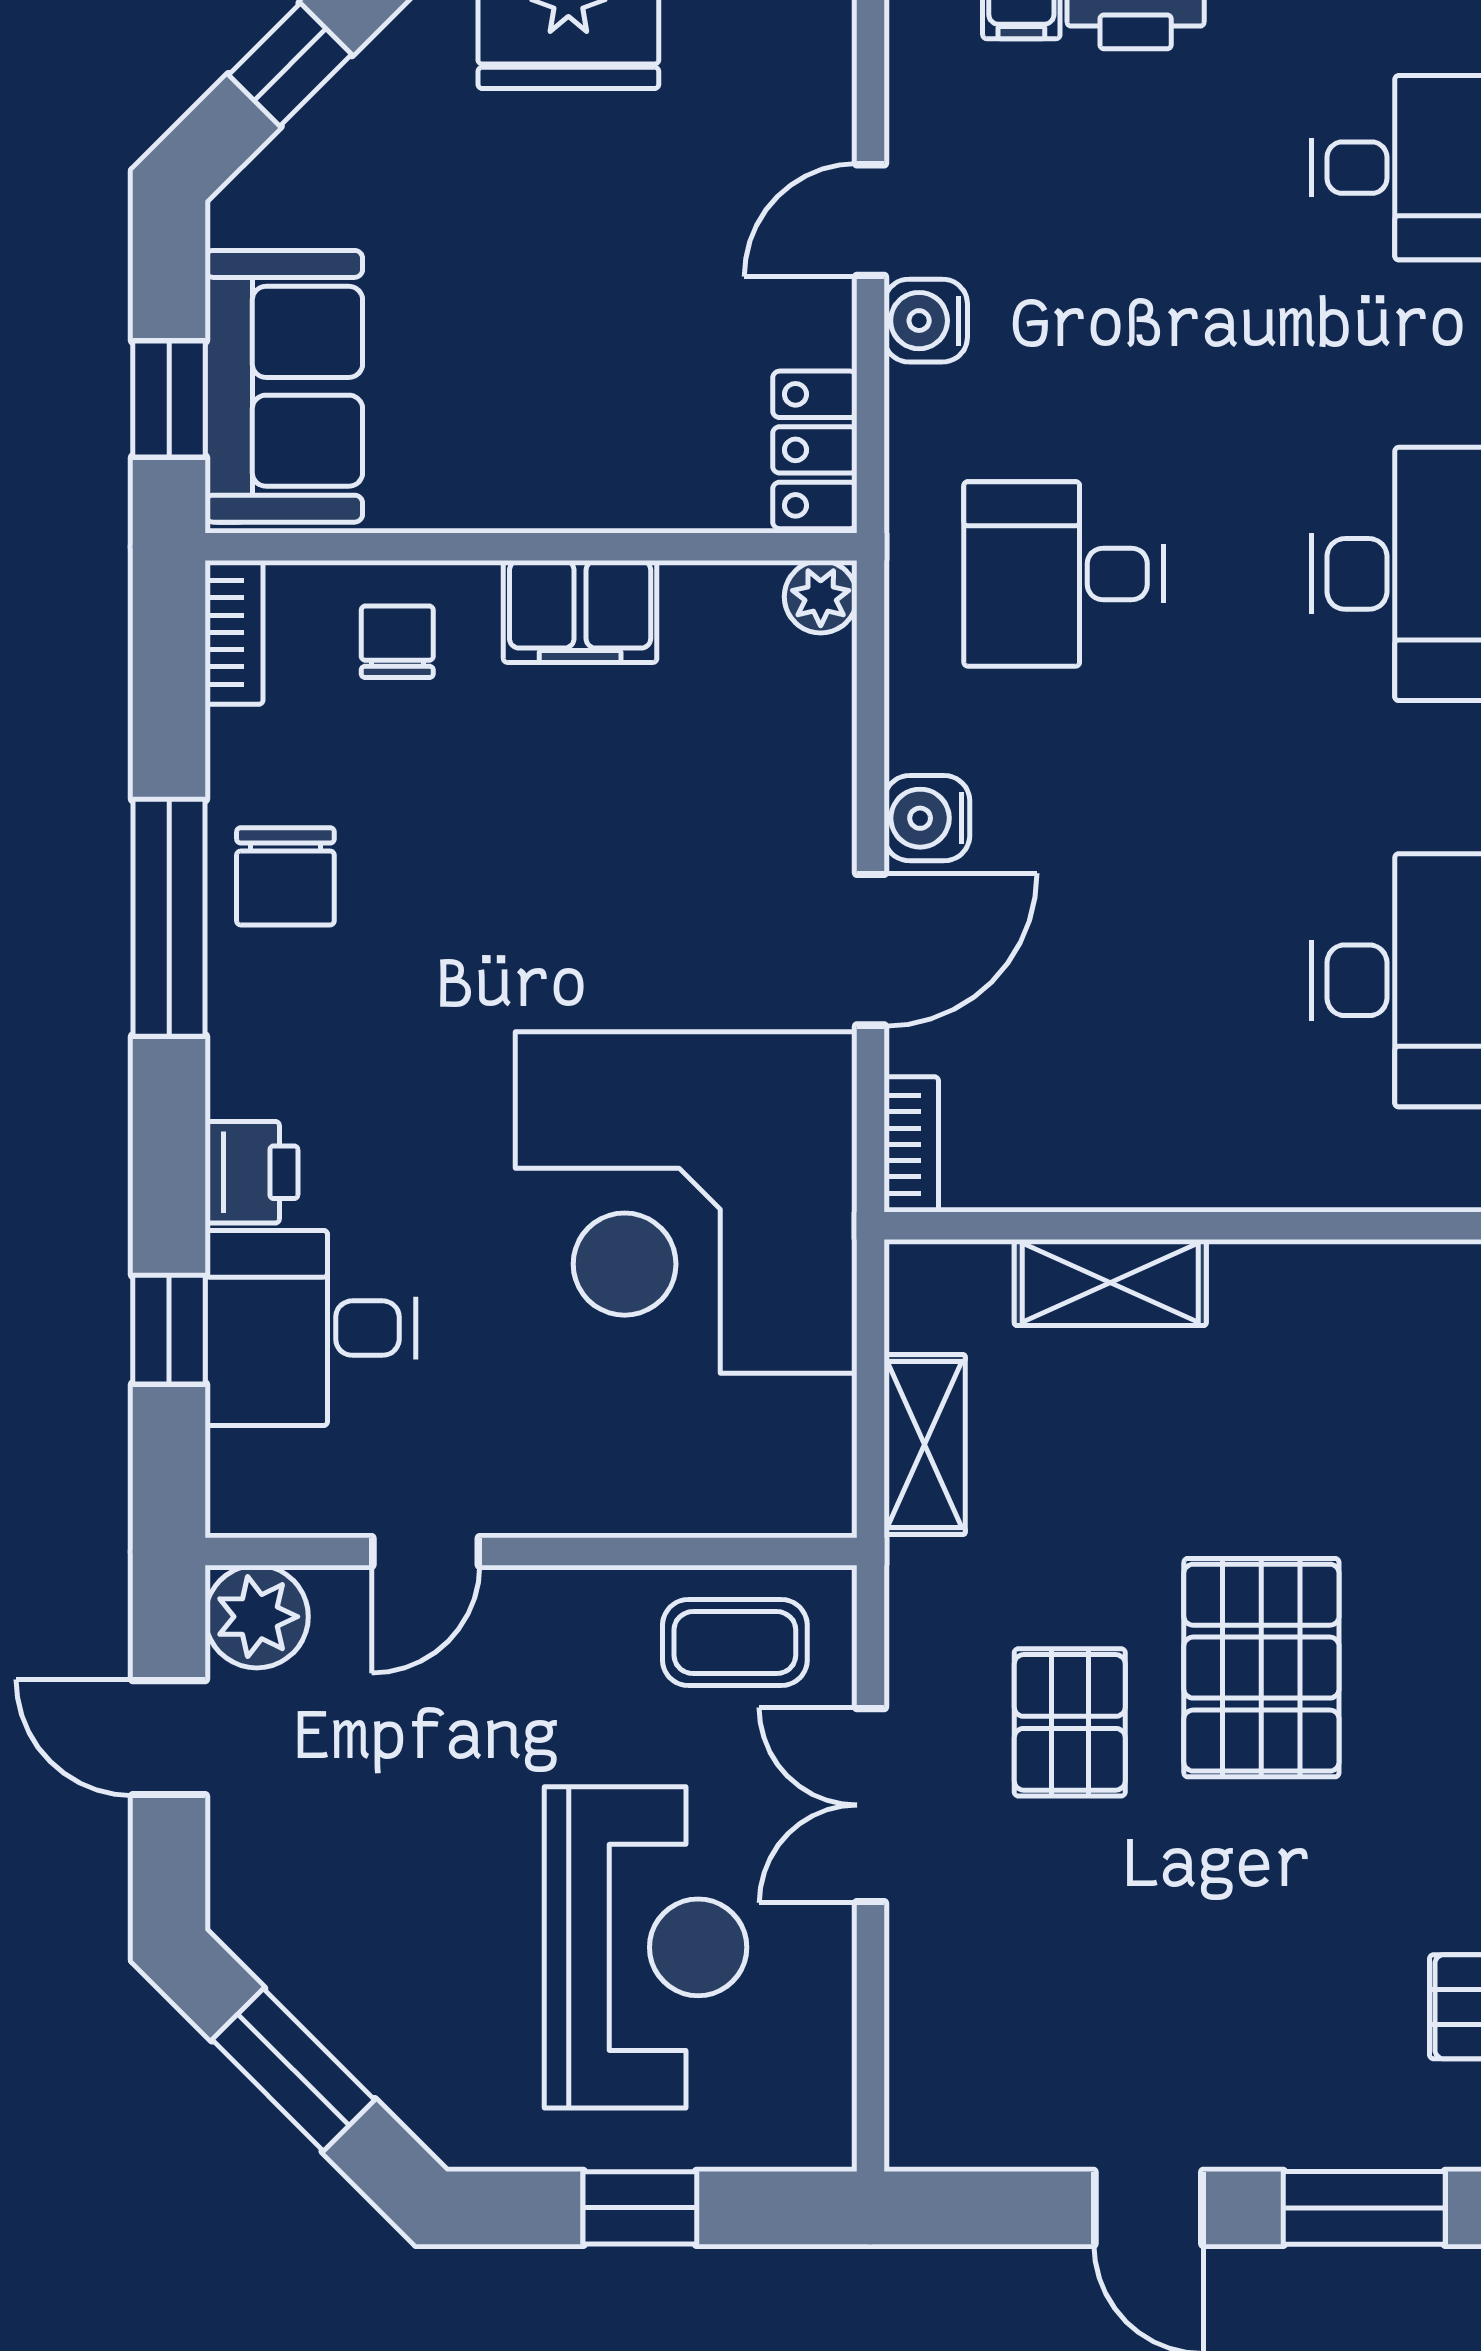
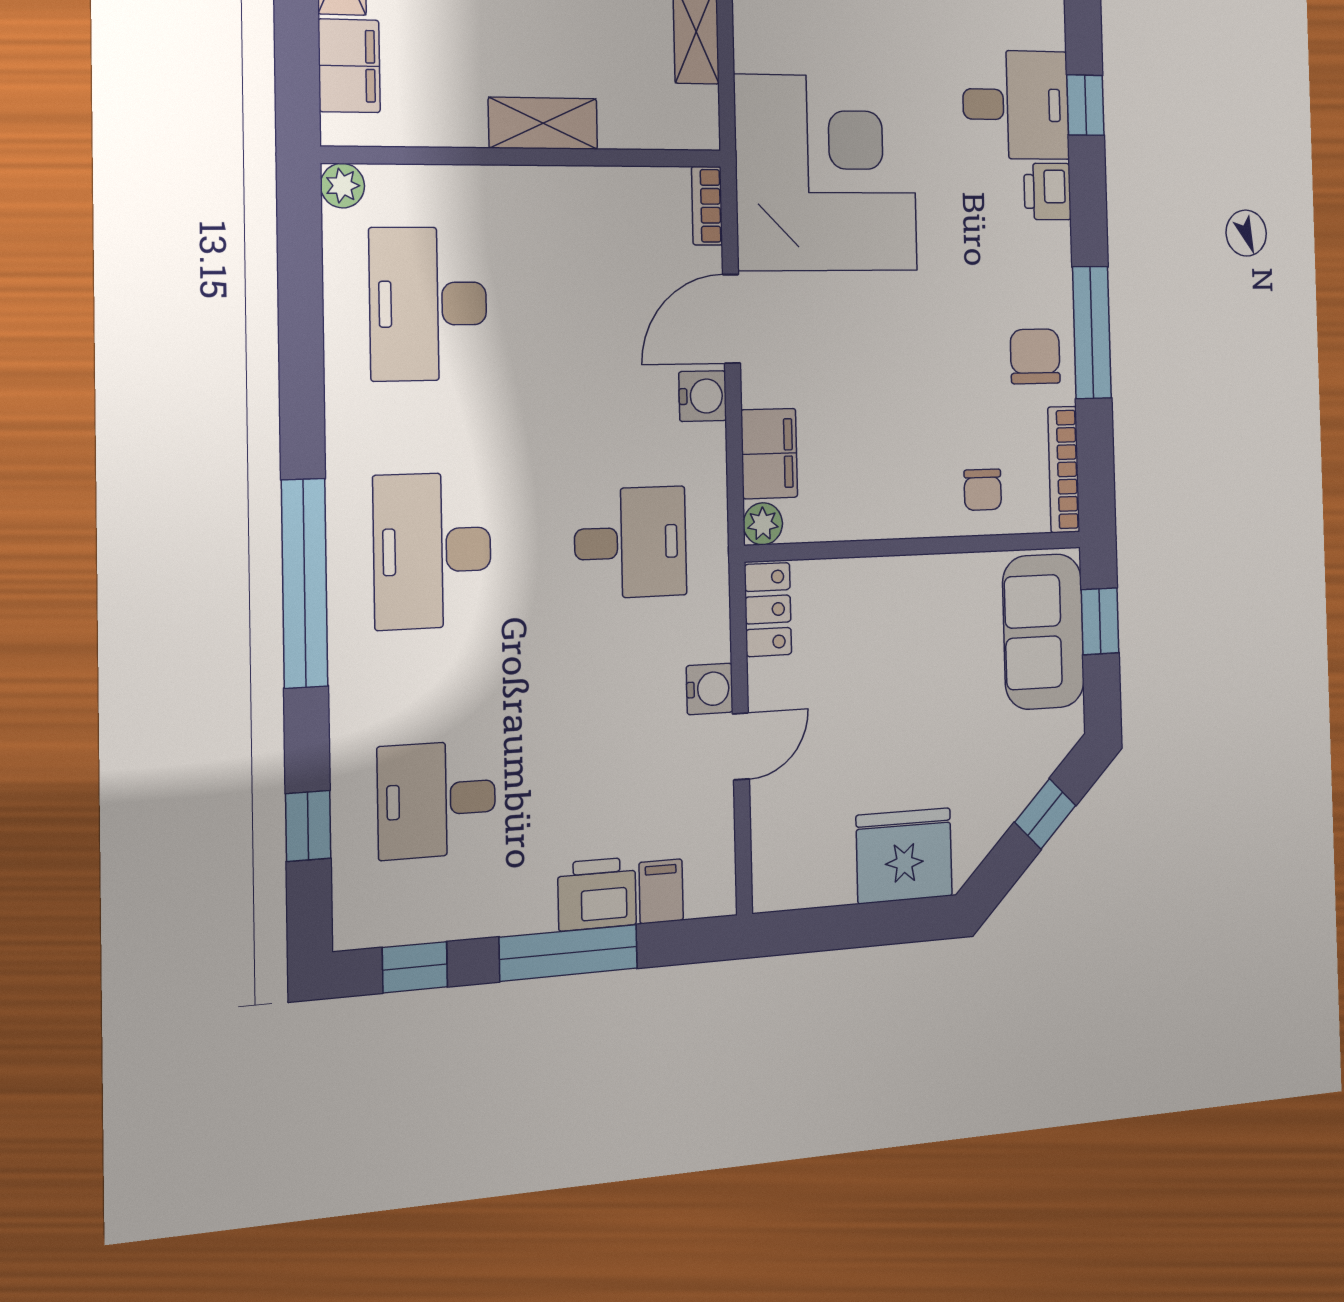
filing cabinet: (580, 611) -> (769, 454), moved, turned 90
bookcase: (234, 632) -> (1064, 469), width x1.56
shelving: (1110, 1282) -> (543, 123), moved

